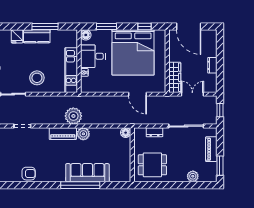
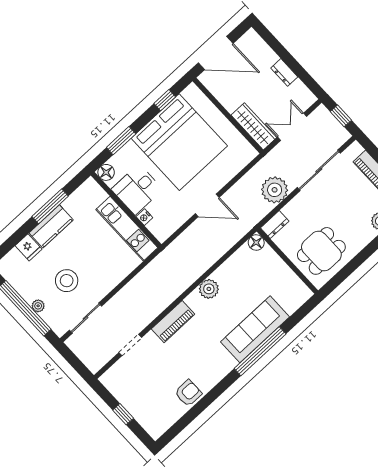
stool: (37, 78) -> (67, 281), moved
door: (137, 94) -> (207, 205), moved
plant: (73, 116) -> (275, 190), moved
dresser: (154, 132) -> (275, 225), moved
piano: (63, 134) -> (173, 322), moved

